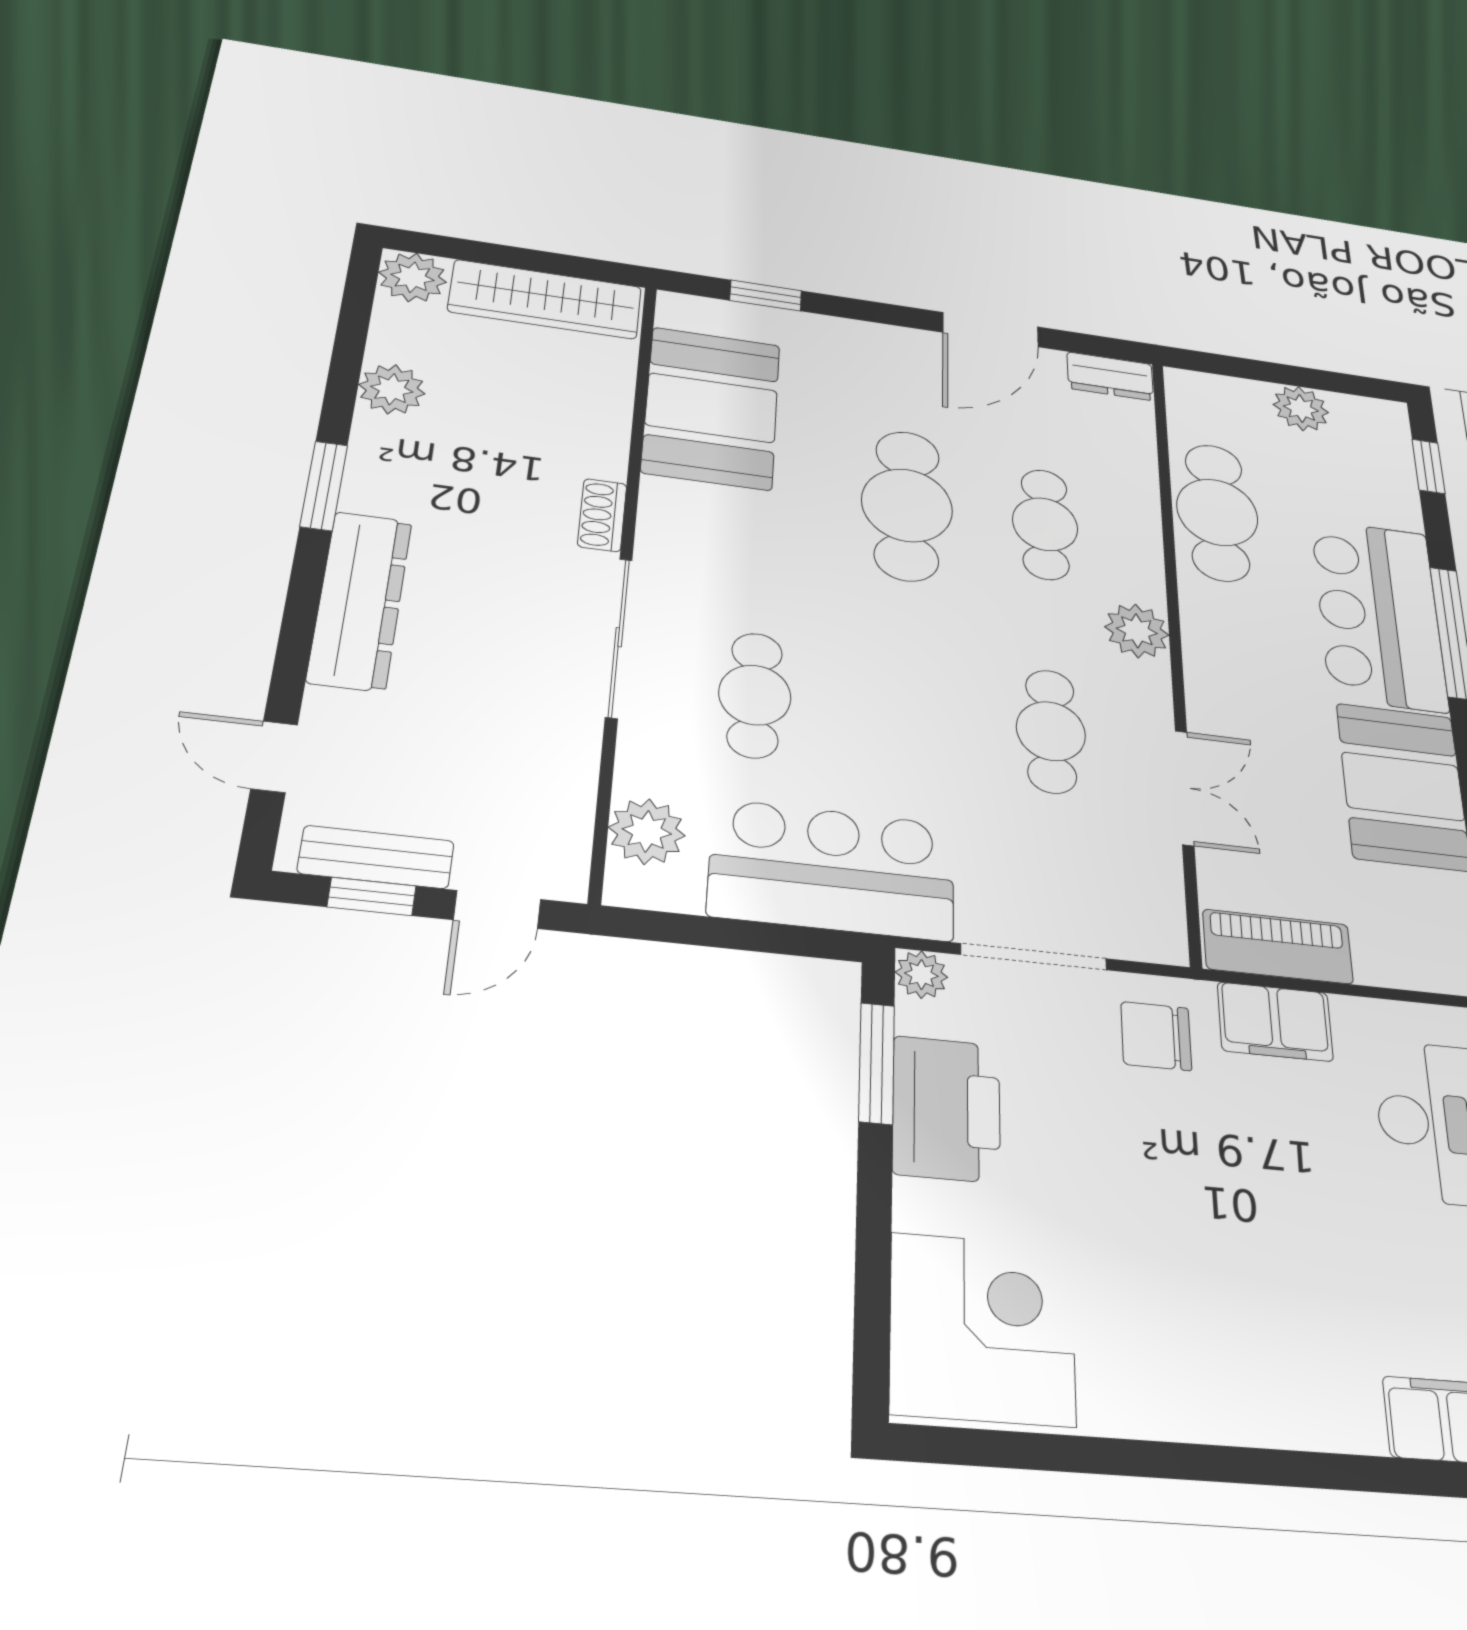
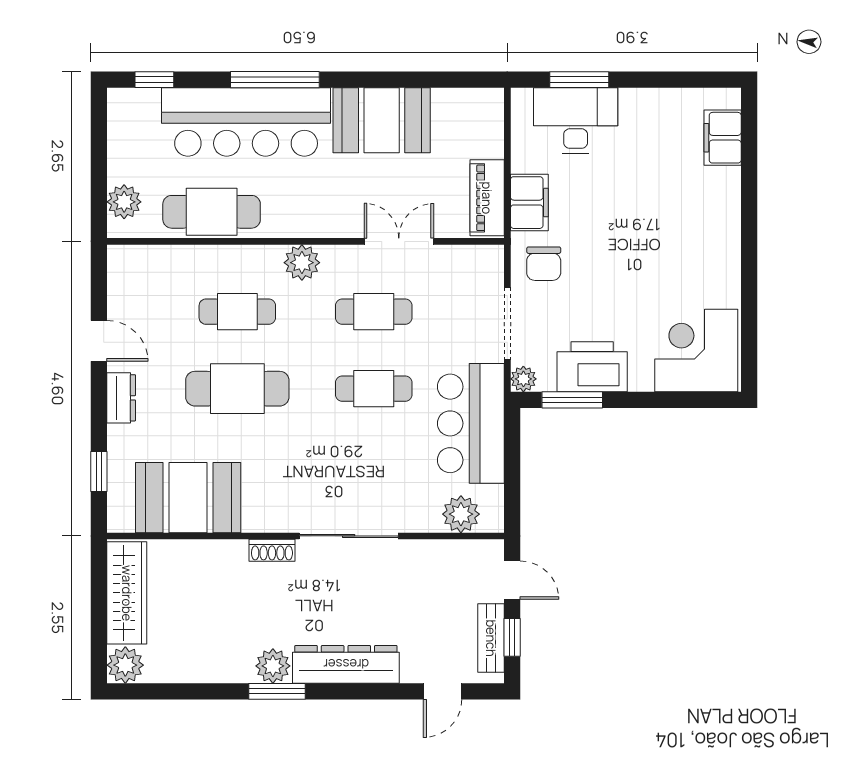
door: (990, 330) -> (99, 341), width x0.73
dresser: (1110, 376) -> (121, 398), moved
plant: (392, 389) -> (273, 666), moved
plant: (1301, 408) -> (124, 202), moved
bar counter: (1379, 614) -> (246, 122), width x1.36
cafe table: (755, 695) -> (374, 389), moved

